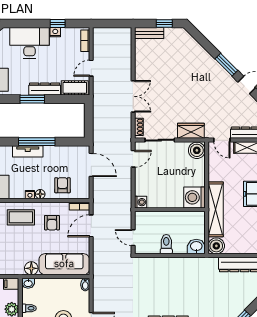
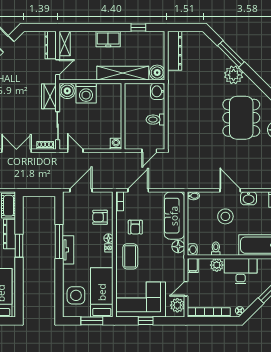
washing machine: (194, 197) -> (86, 93), moved
armchair: (52, 223) -> (135, 227), turned 90
door: (91, 226) -> (138, 190), swing flipped

